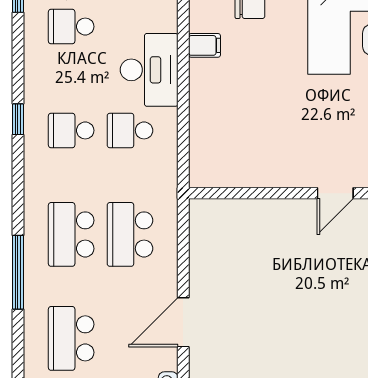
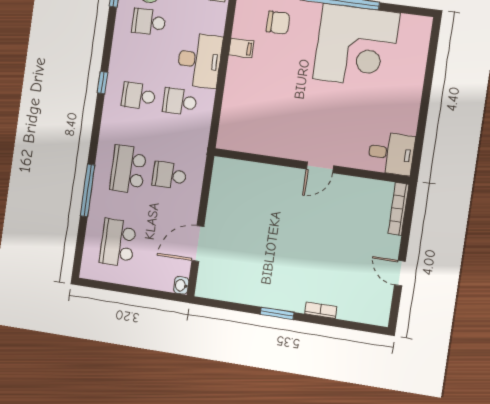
school desk: (130, 234) -> (169, 175), width x0.54

